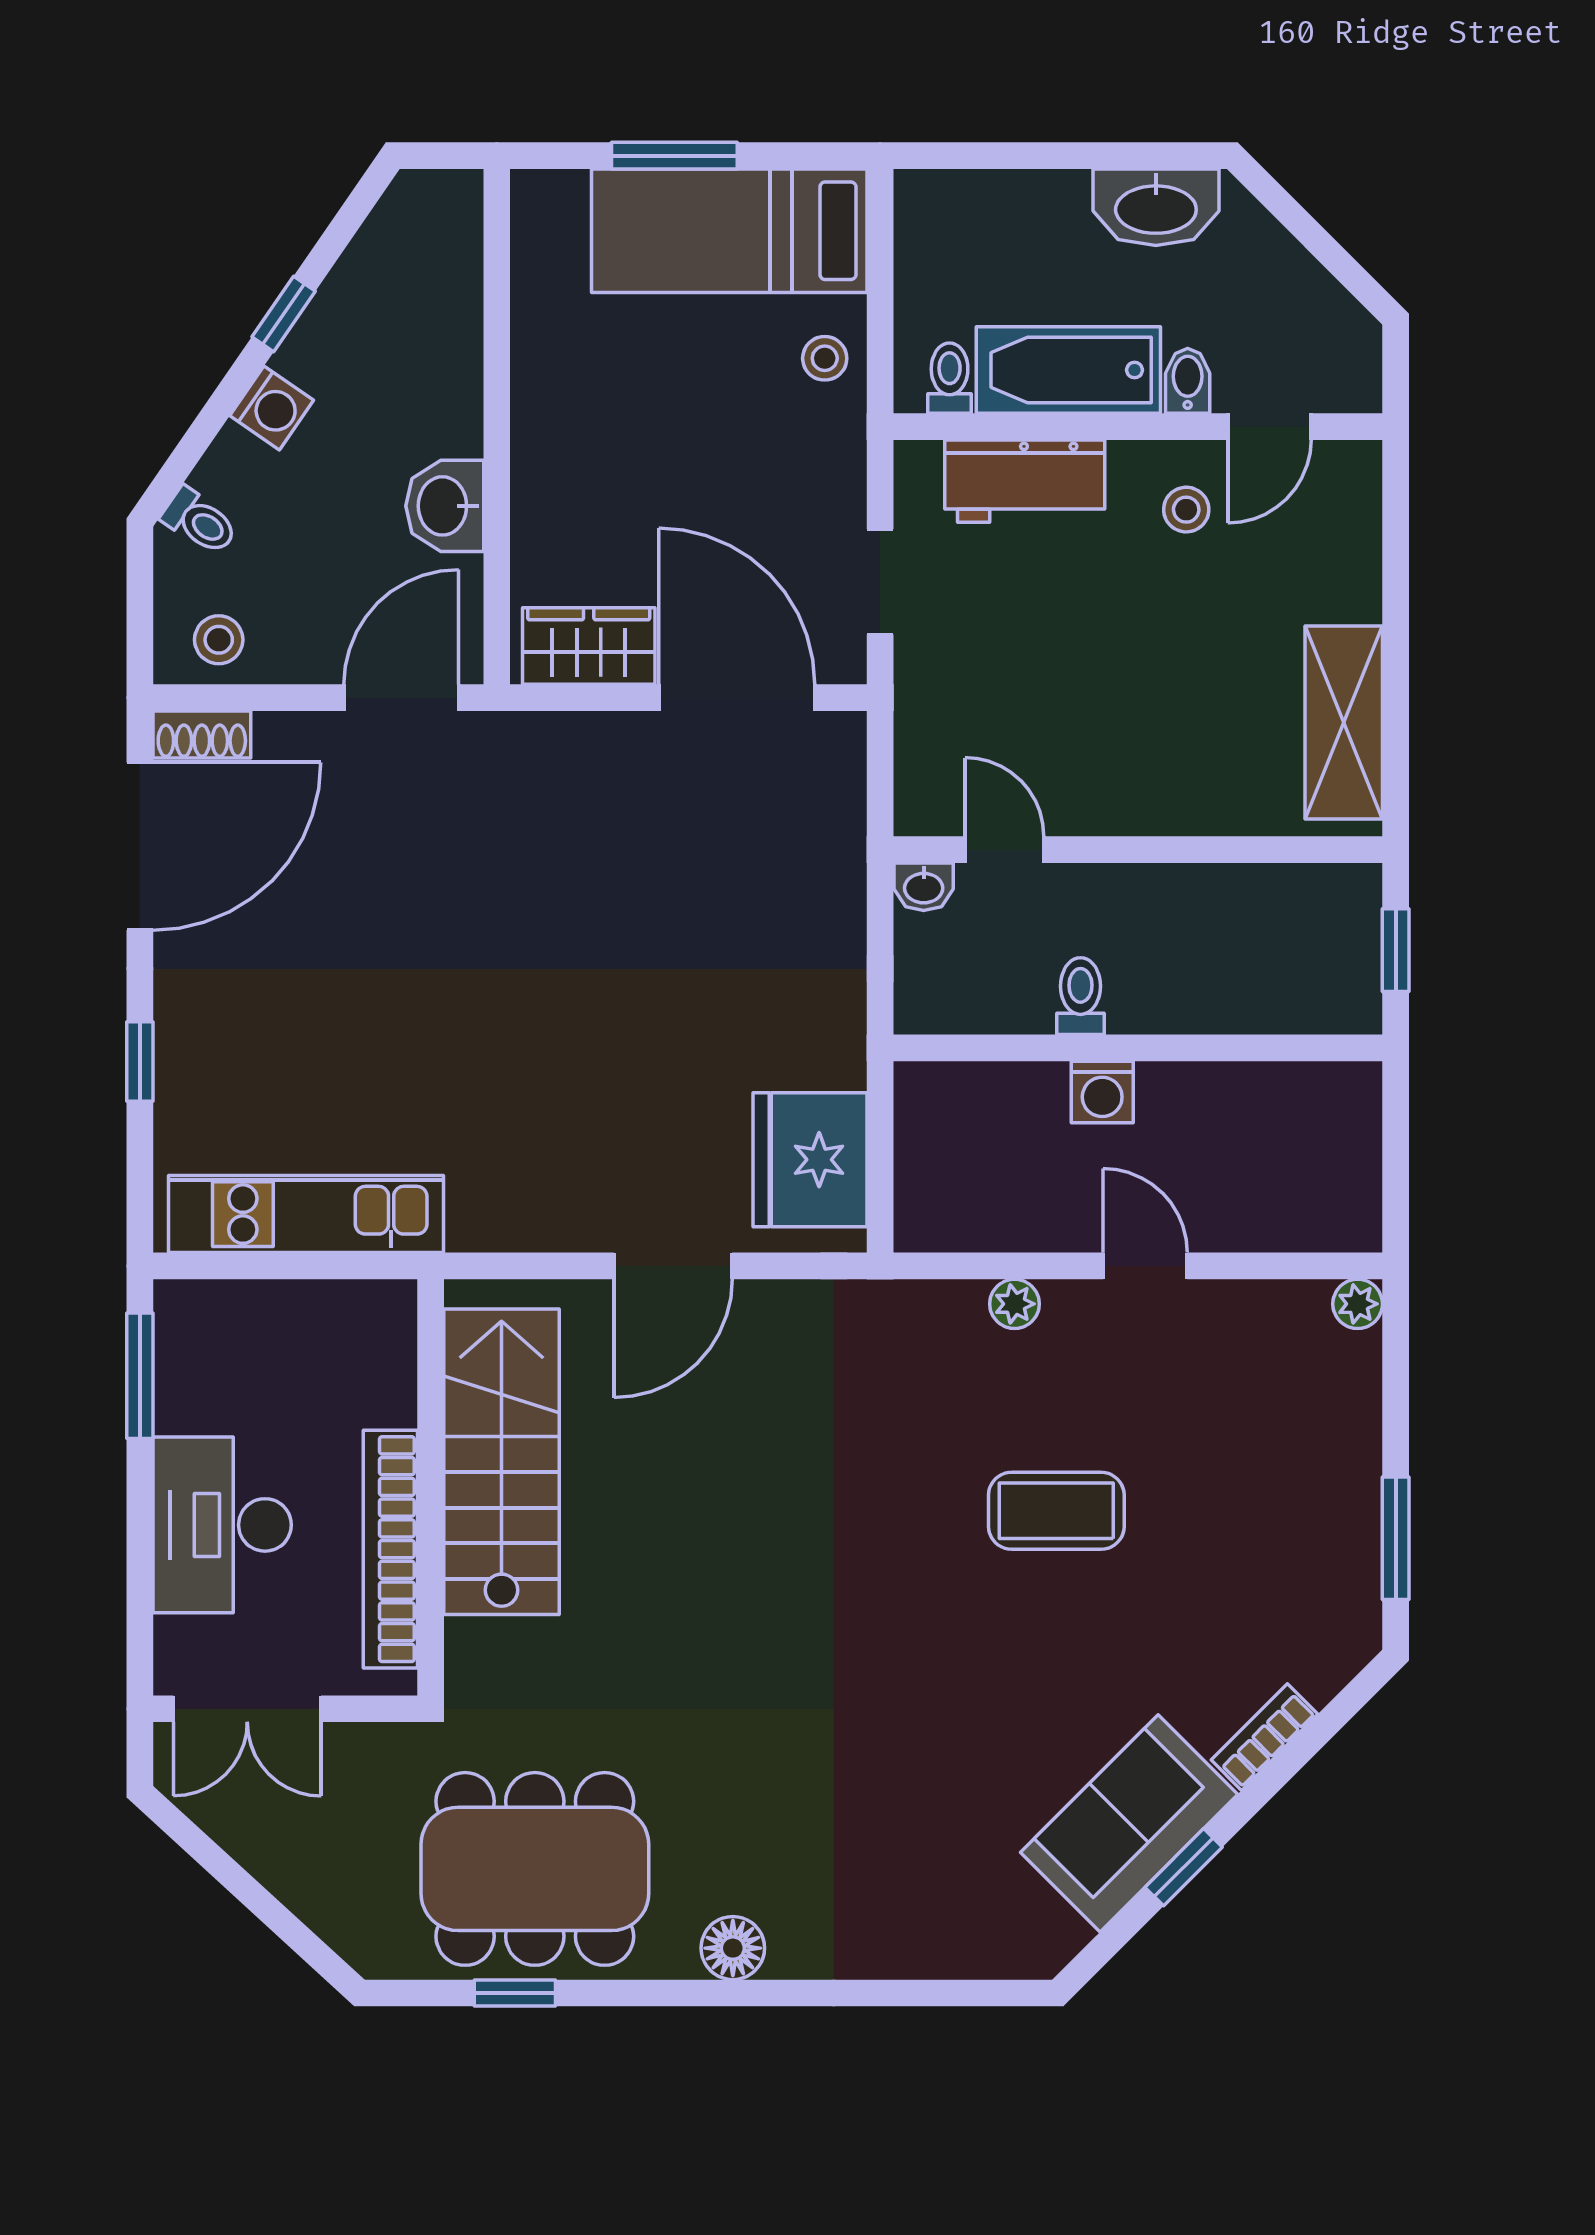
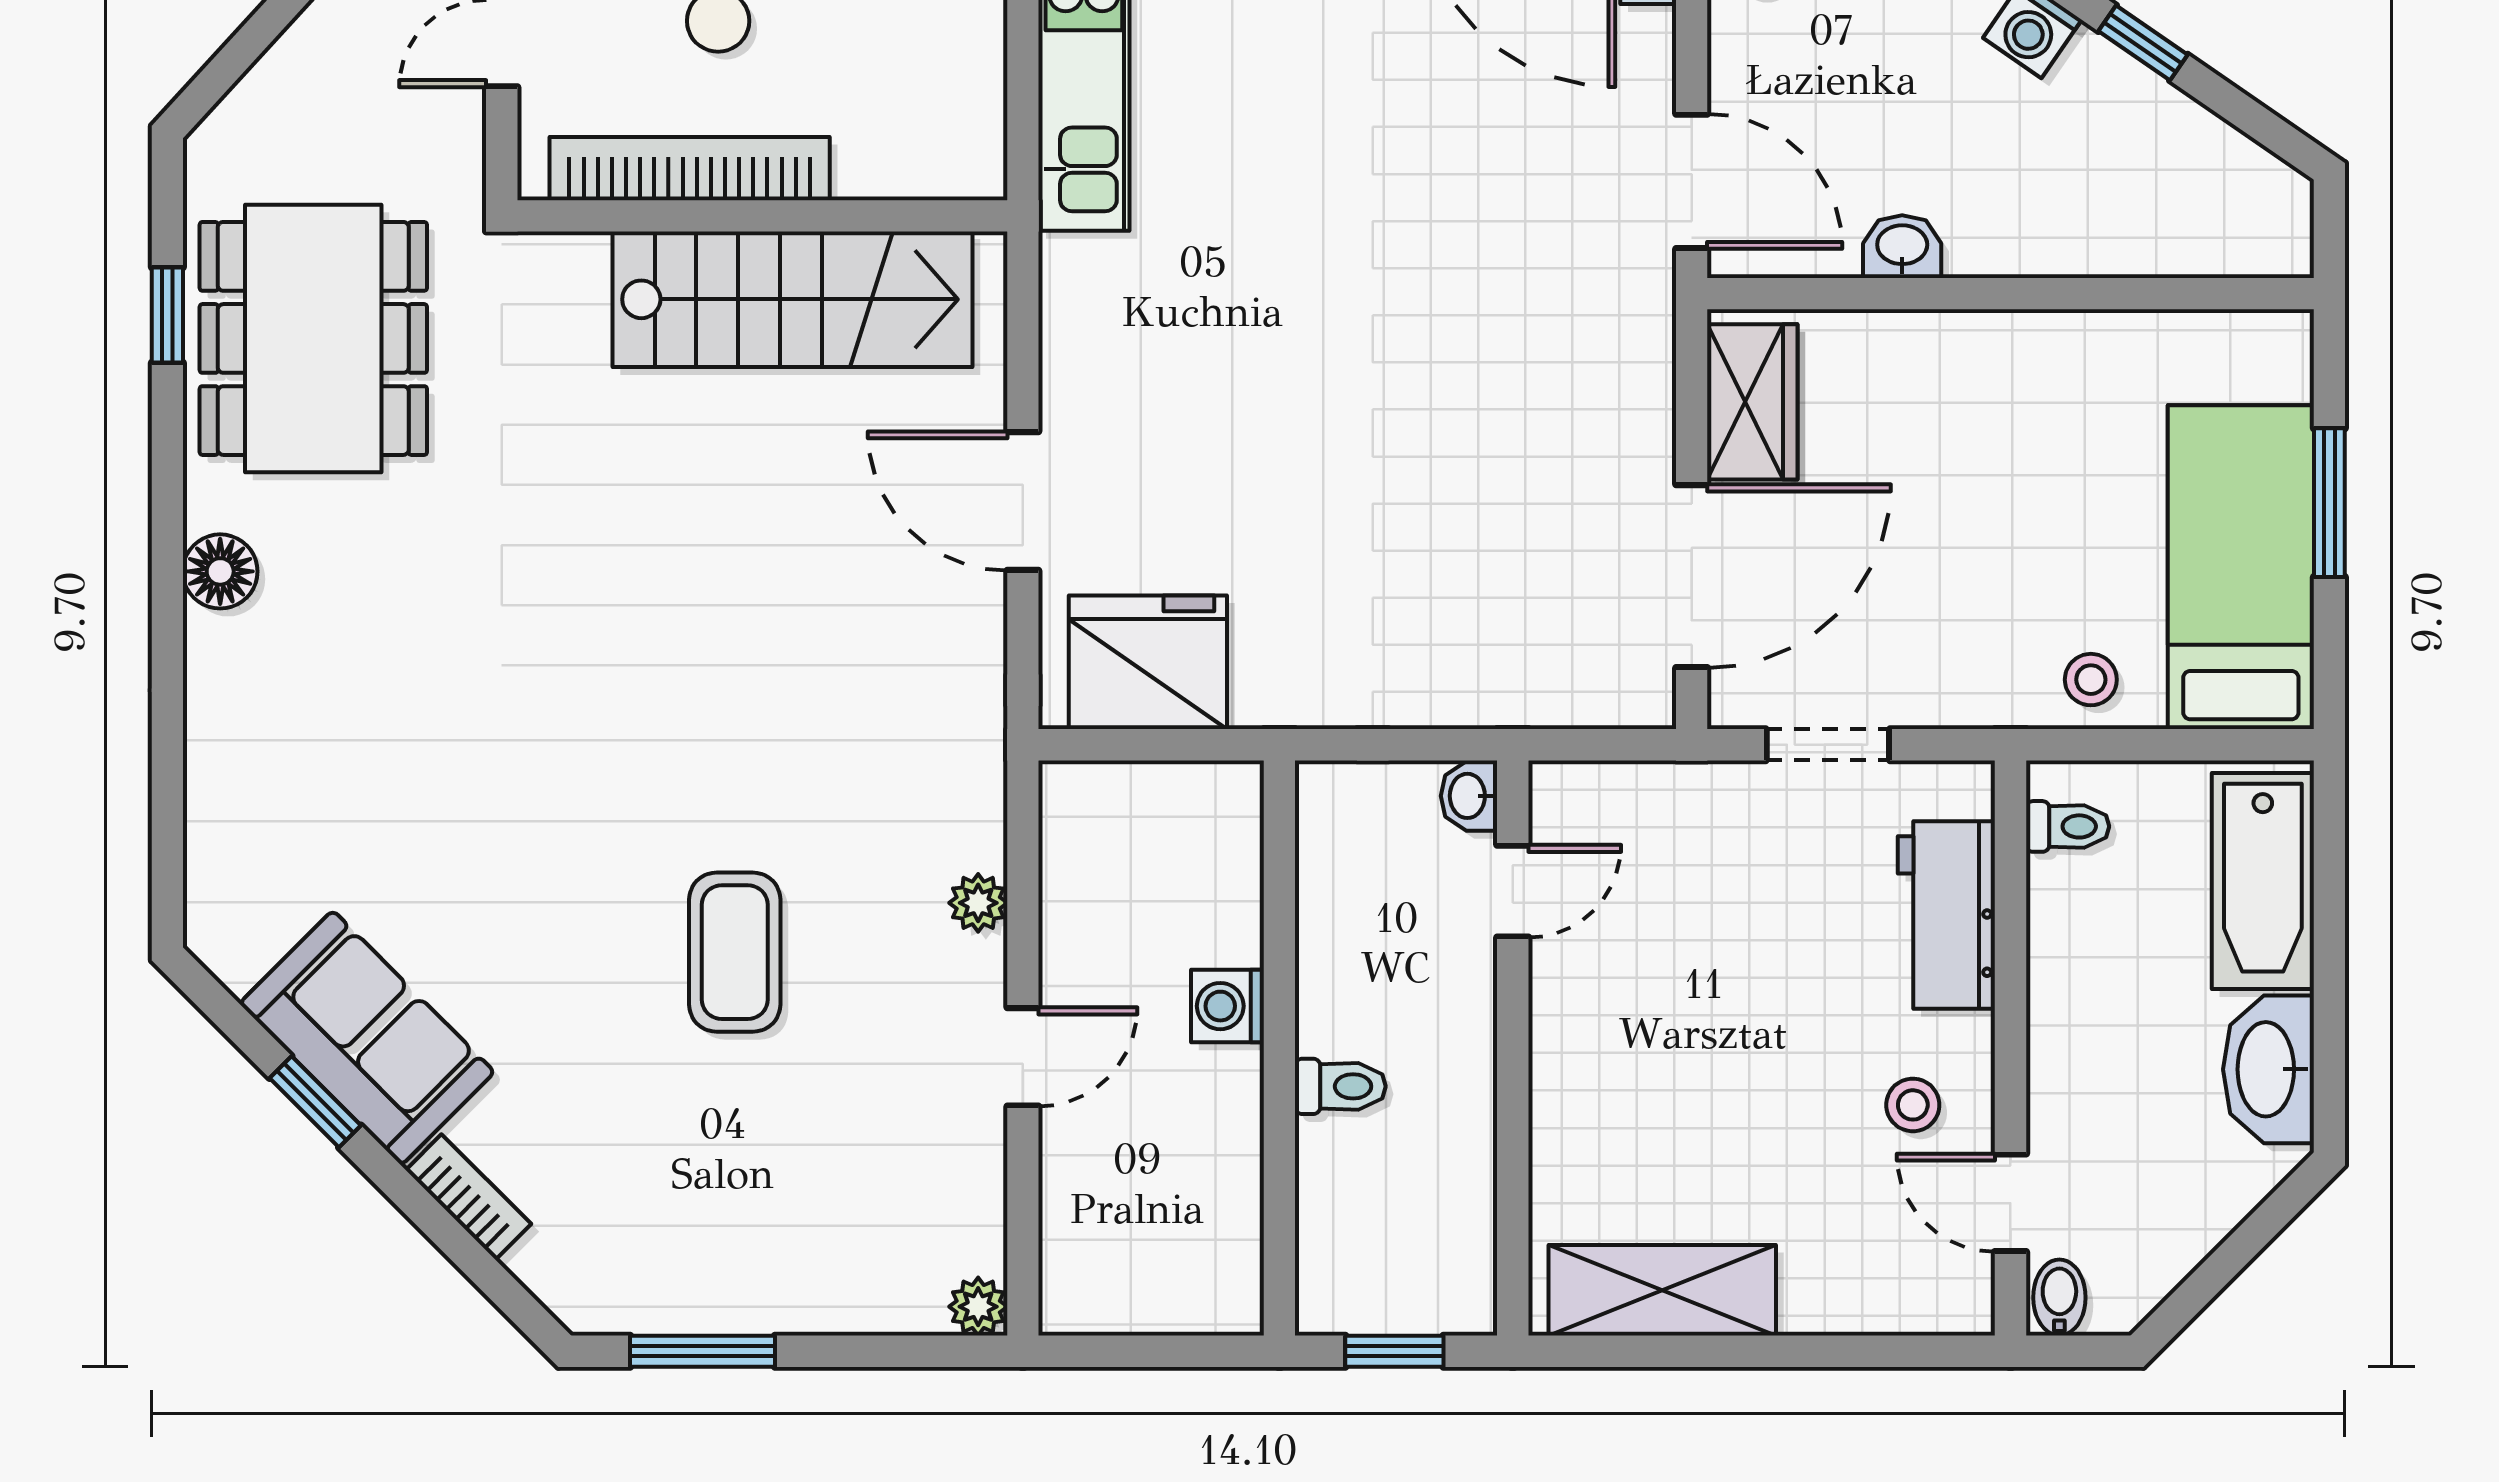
bathtub: (1068, 370) -> (2263, 881), moved, turned 180
bidet: (1188, 381) -> (2059, 1298), moved, turned -90
washbasin: (445, 506) -> (1902, 247), width x0.72, depth x0.69
toilet: (1080, 996) -> (1340, 1086), moved

